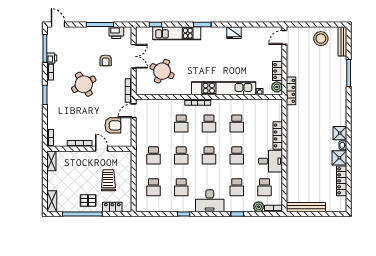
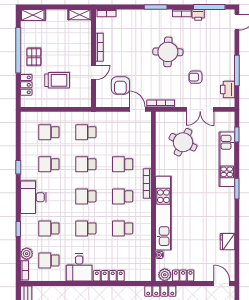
fridge: (234, 33) -> (227, 242), moved
round table: (84, 84) -> (168, 52), turned 31

